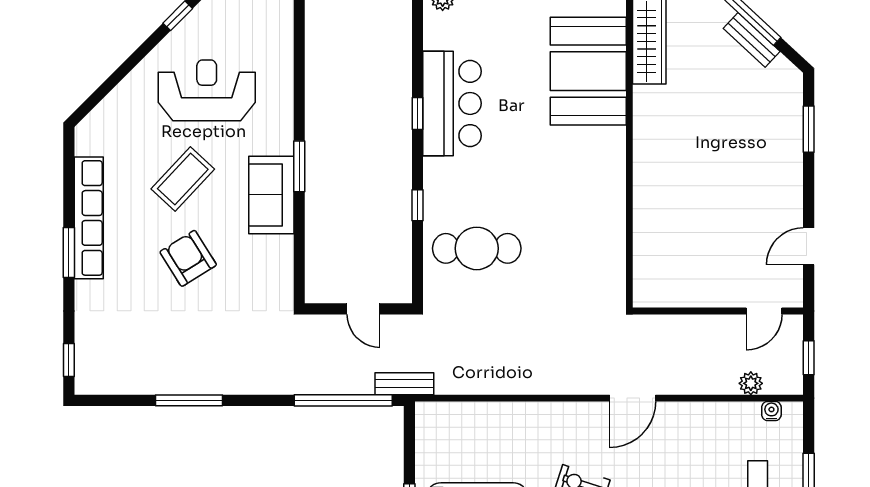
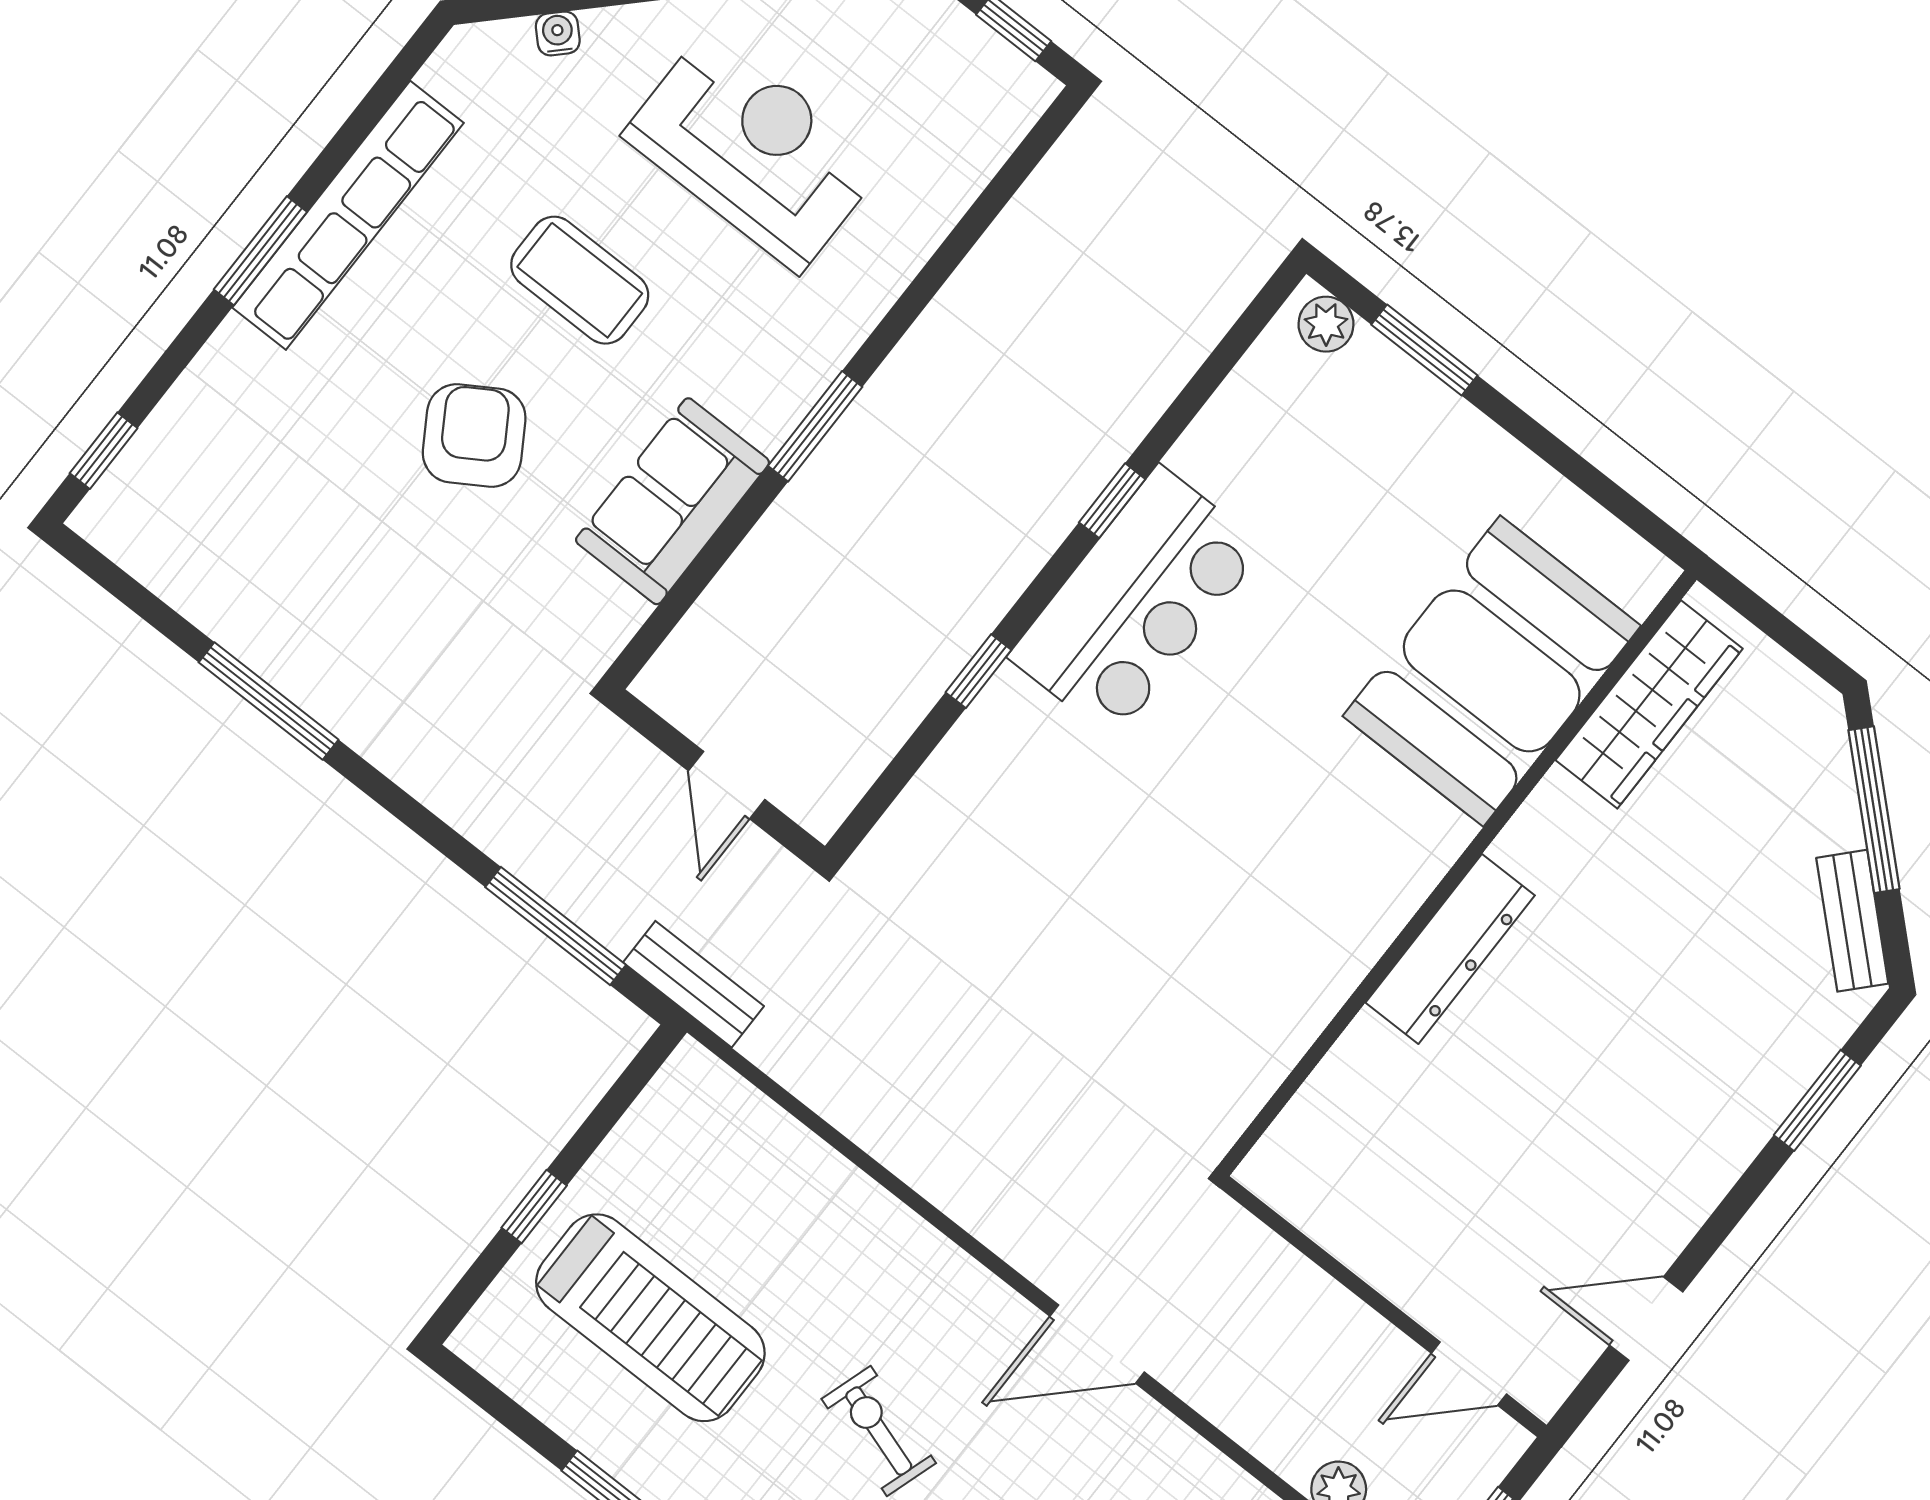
bench: (752, 40) -> (1852, 921), moved
water cooler: (111, 103) -> (558, 33), added
bar counter: (452, 103) -> (1136, 602), moved
dresser: (647, 175) -> (1450, 949), added
coffee table: (183, 179) -> (580, 280), turned 47
sofa: (271, 195) -> (673, 501), moved
cafe table: (477, 248) -> (1026, 838), removed
window: (343, 400) -> (556, 926), width x0.68

